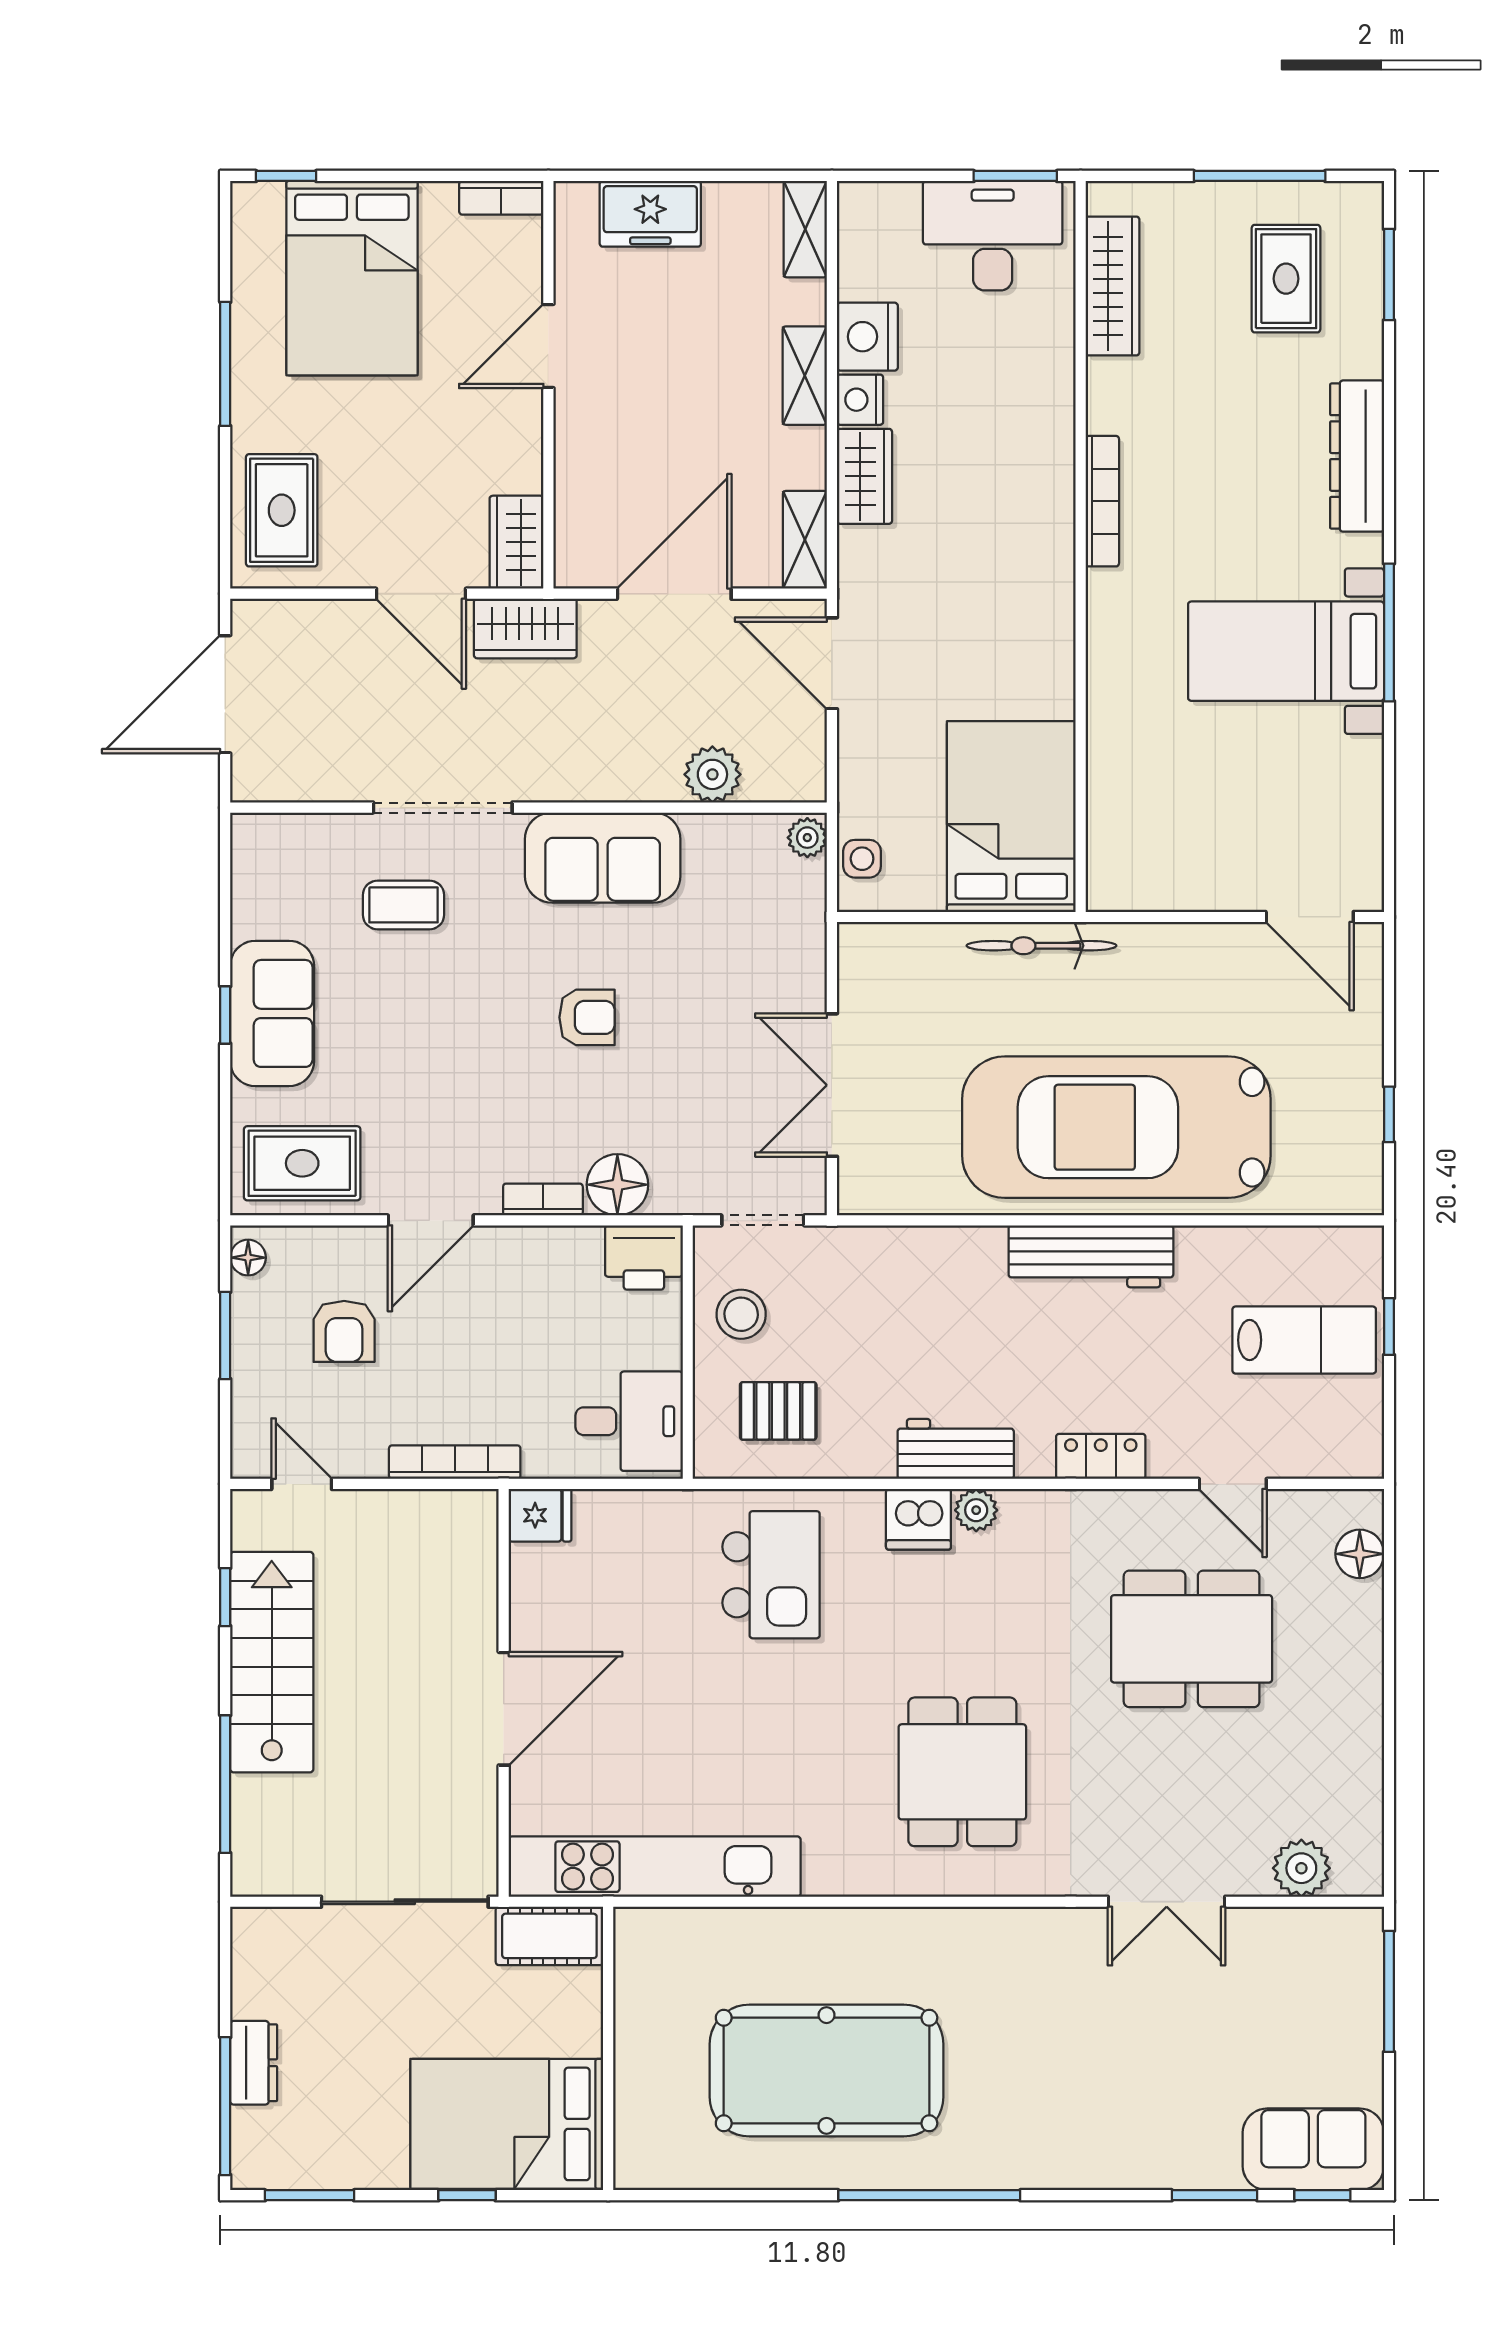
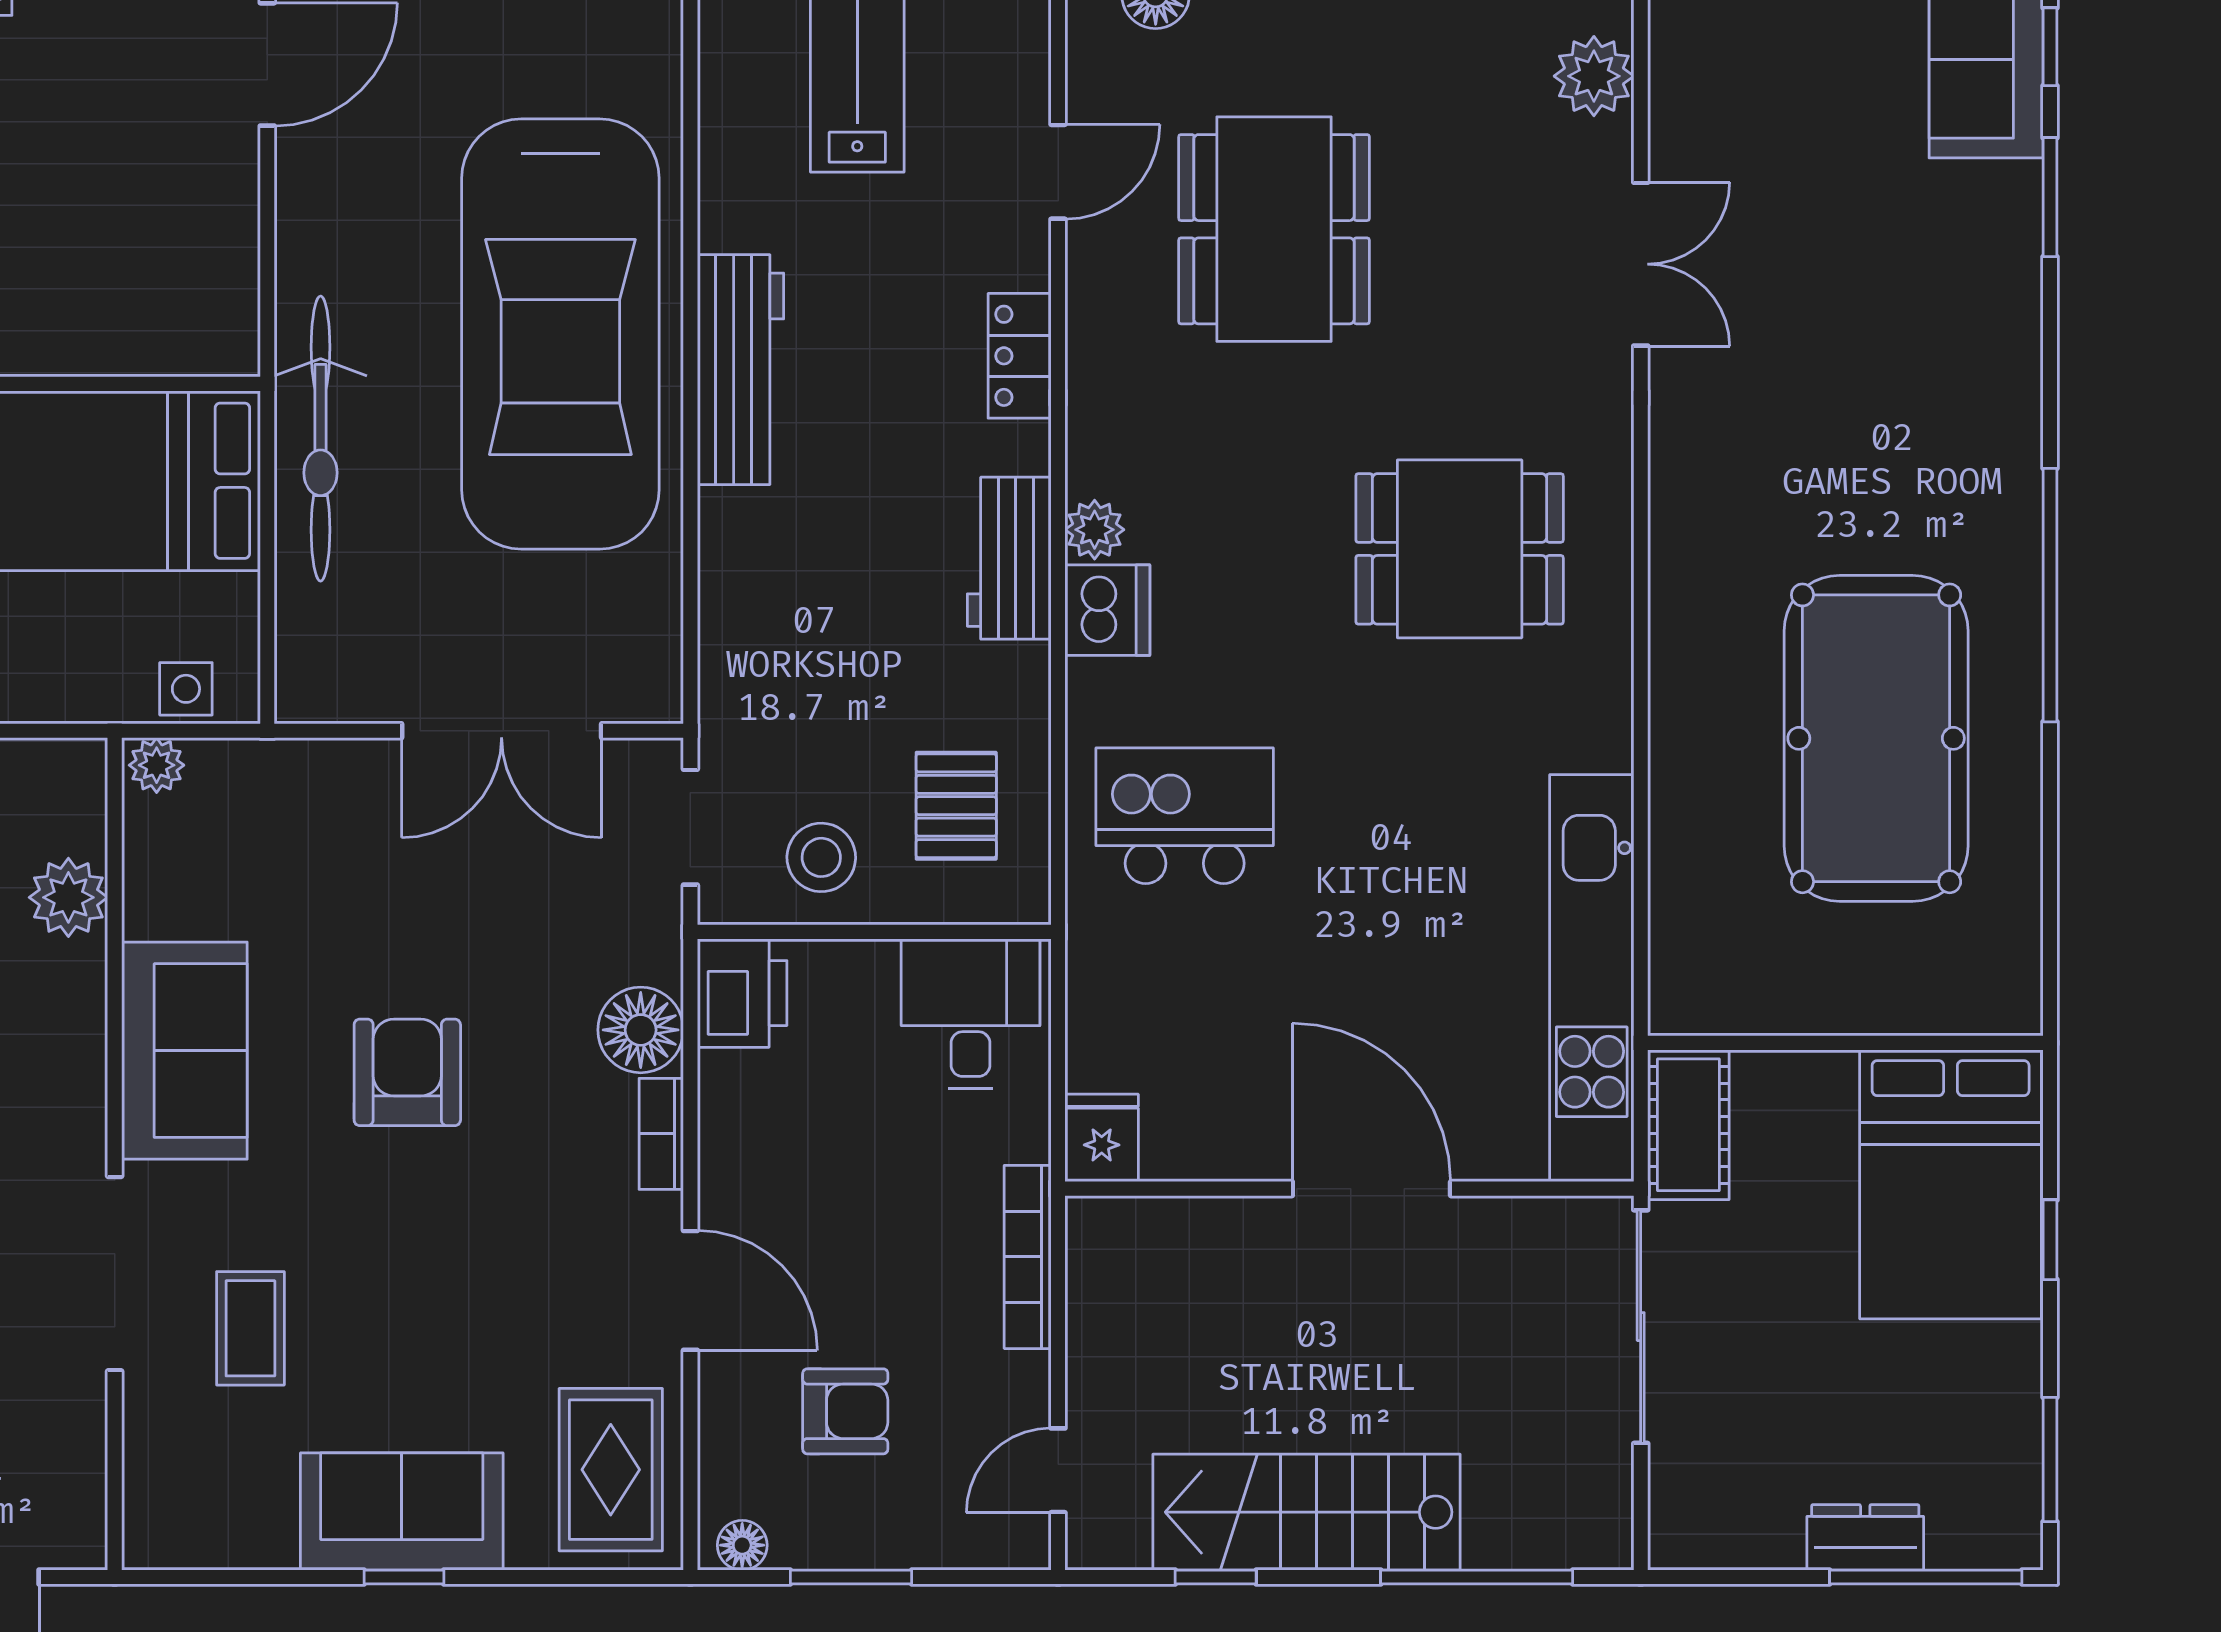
bicycle: (1041, 946) -> (321, 439), width x1.37, depth x1.40
armchair: (587, 1017) -> (407, 1072), width x1.38, depth x1.38

